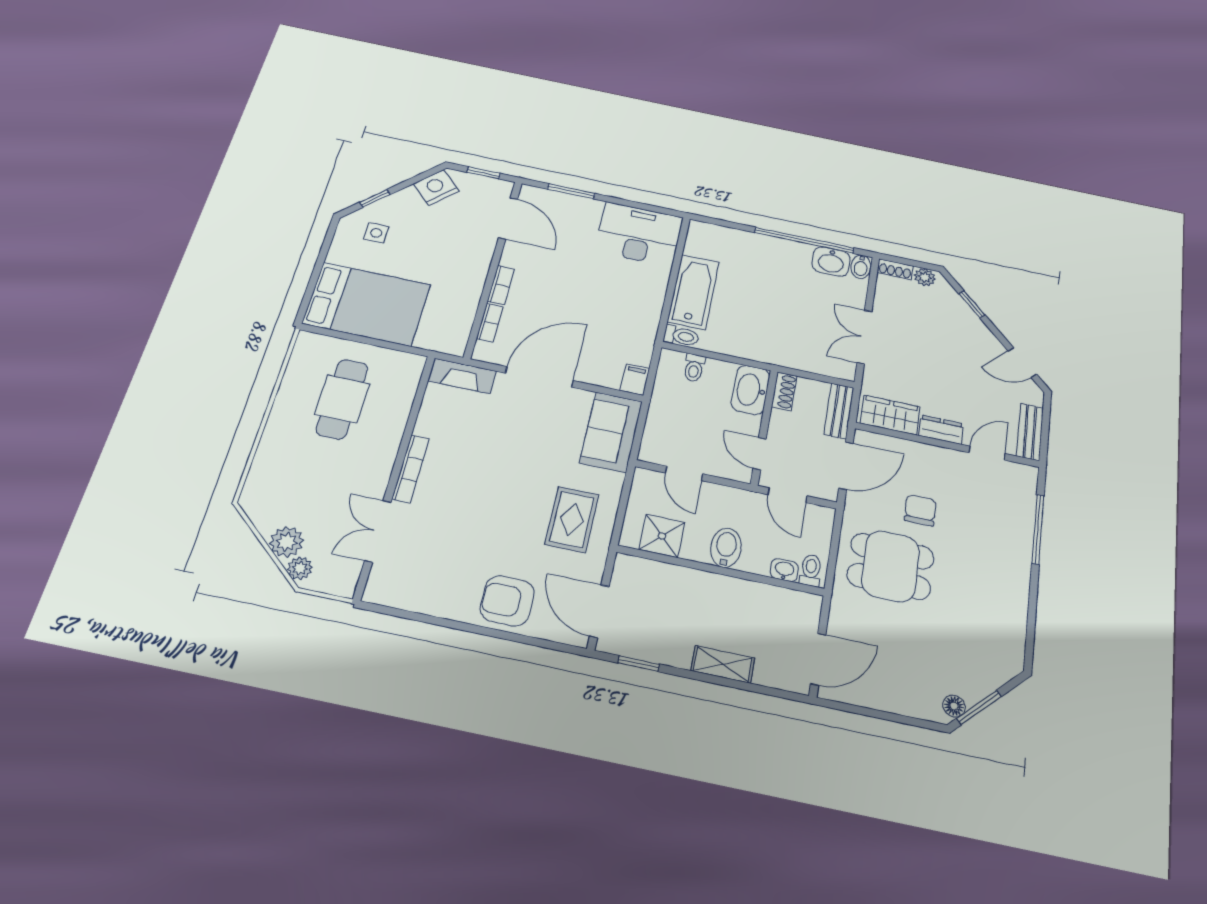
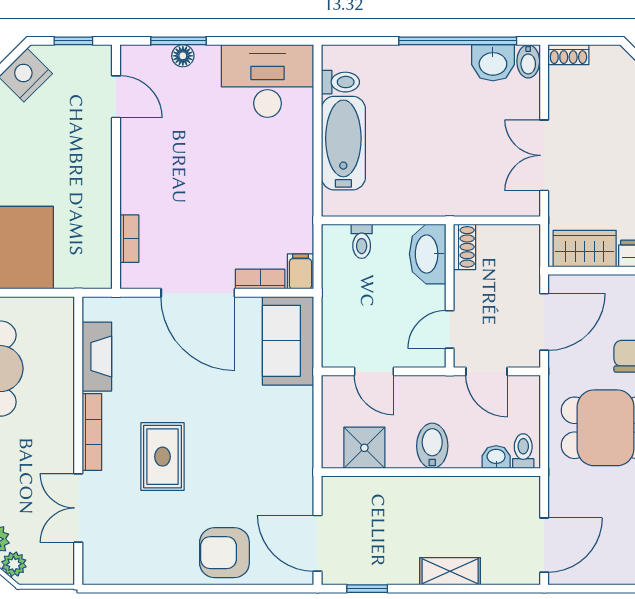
floor lamp: (572, 202) -> (183, 56), added
door: (508, 218) -> (116, 97), width x0.73
plant: (925, 277) -> (604, 57), removed
bookcase: (501, 285) -> (260, 279), moved, turned -90
toilet: (681, 336) -> (340, 82), moved
fireplace: (462, 376) -> (97, 357), moved, turned -90
door: (539, 377) -> (198, 293), swing flipped
bench: (839, 411) -> (528, 257), removed
door: (760, 454) -> (450, 329), hinge flipped
rug: (572, 519) -> (163, 457), moved

